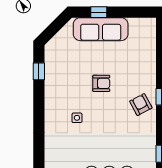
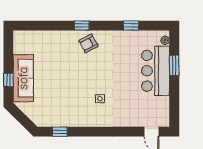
armchair: (101, 83) -> (70, 78), removed

